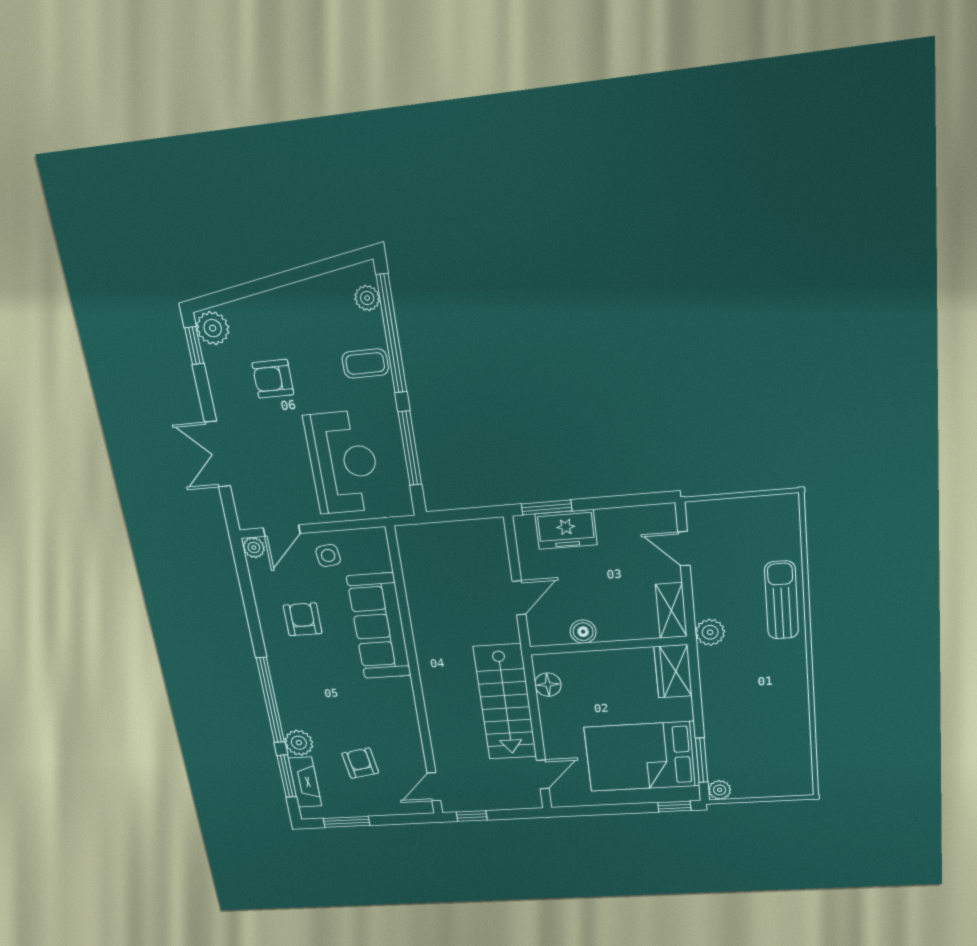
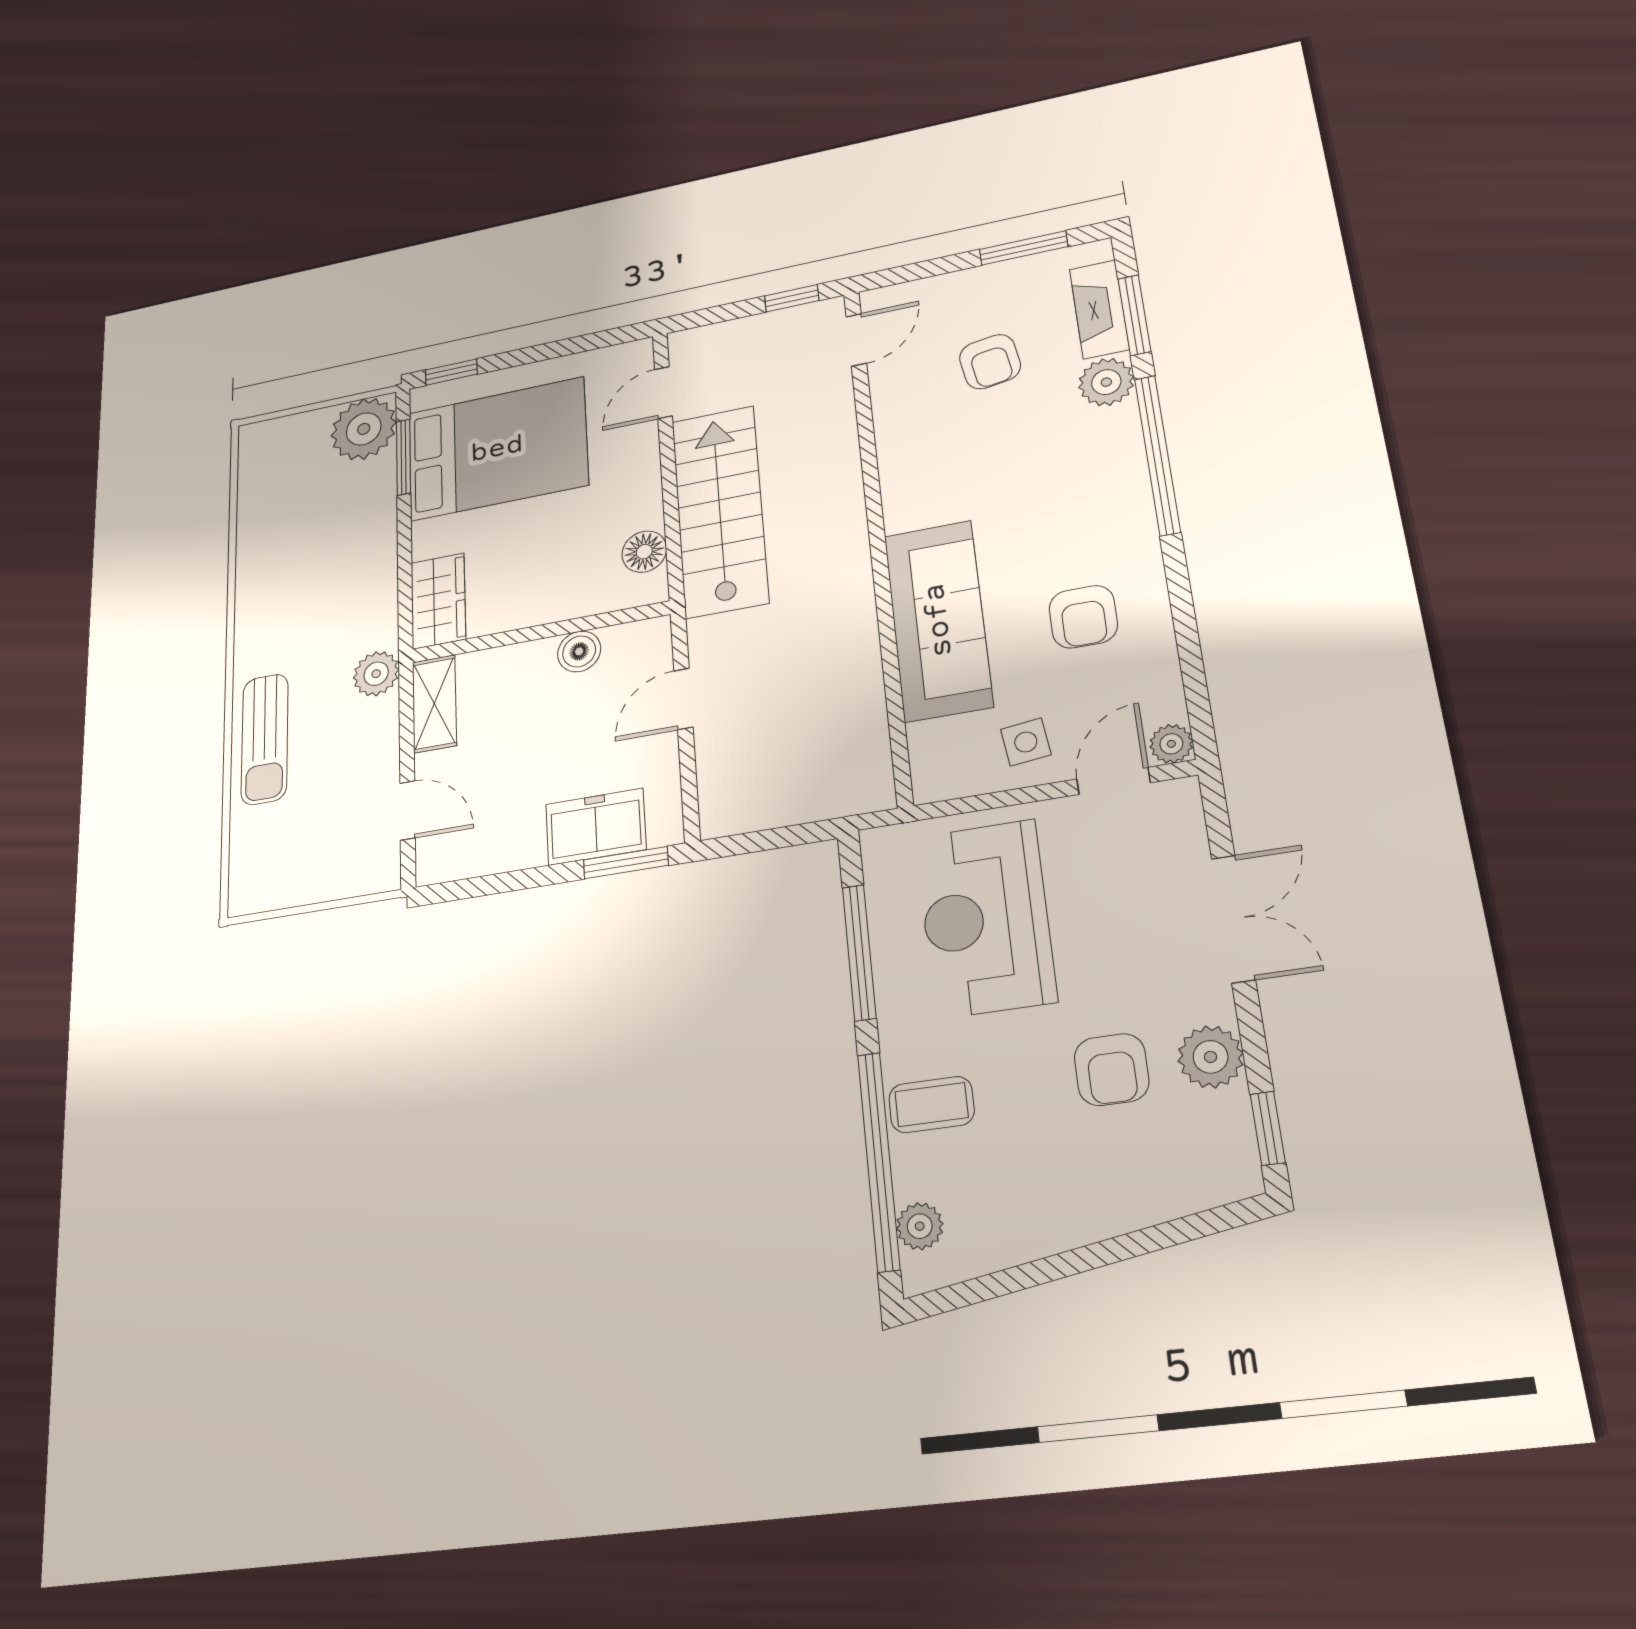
plant: (213, 328) -> (1211, 1057), moved
armchair: (273, 379) -> (1112, 1070), turned 90
plant: (720, 790) -> (364, 429), width x1.87, depth x1.87

